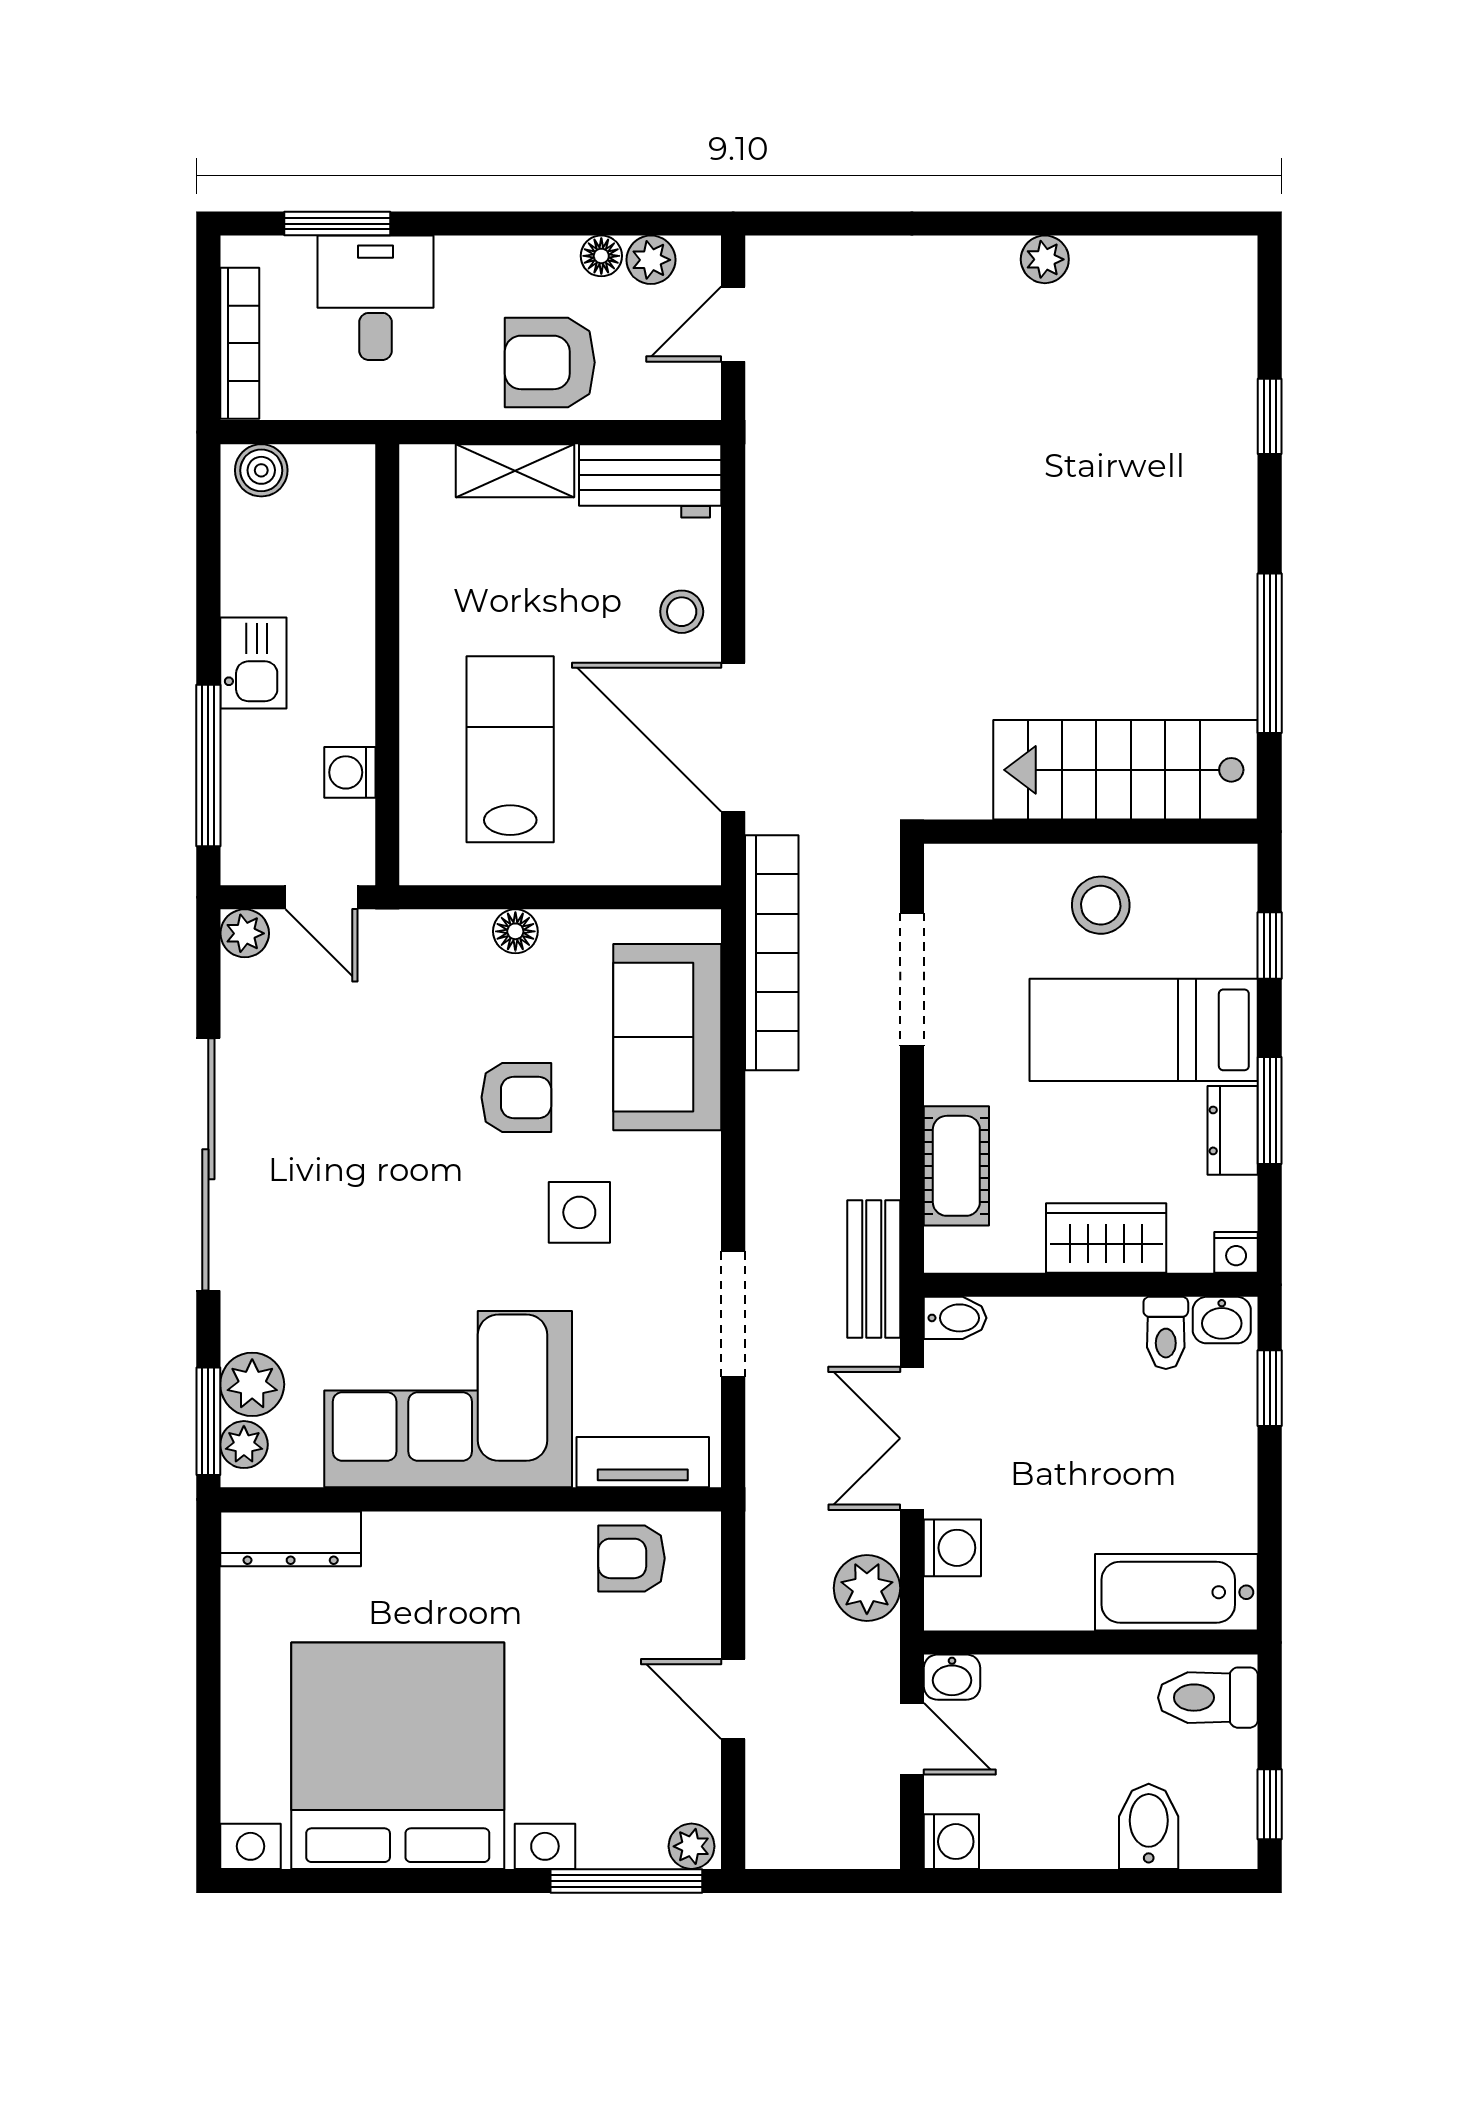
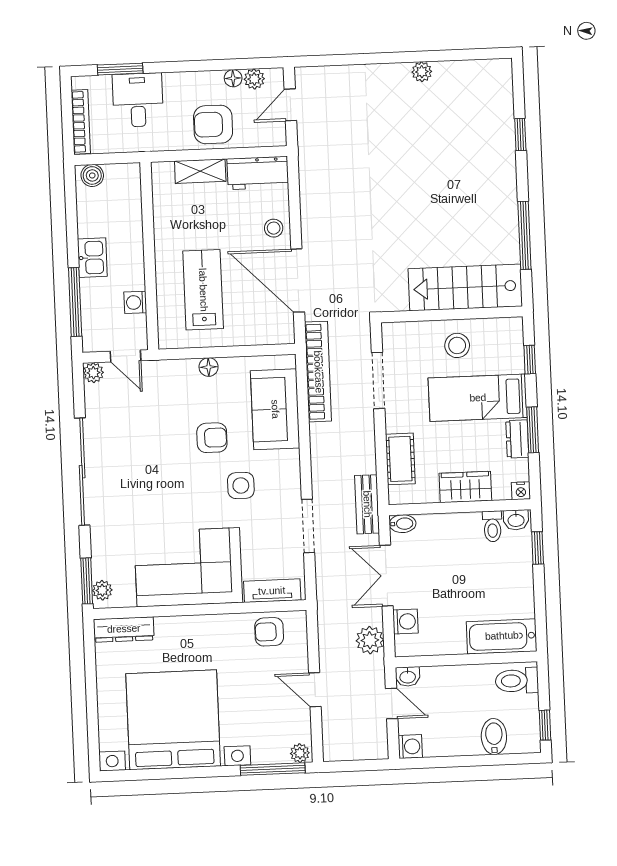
plant: (252, 1384) -> (105, 564), removed

